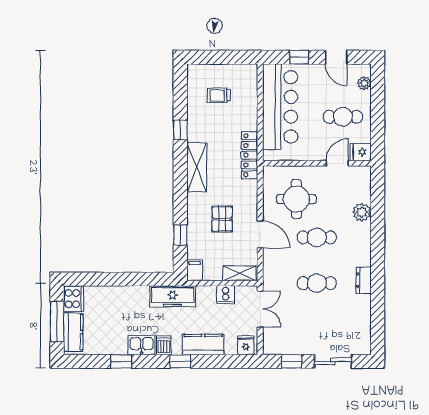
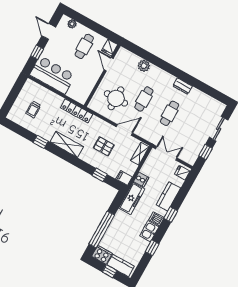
door: (336, 57) -> (49, 32), swing flipped
bar counter: (280, 107) -> (53, 75), width x0.73
window: (108, 279) -> (102, 230), added
cooker: (226, 295) -> (141, 180), moved
window: (57, 321) -> (110, 271), width x0.46

